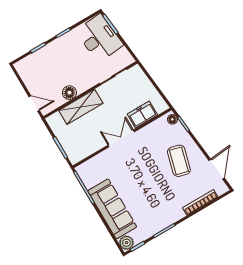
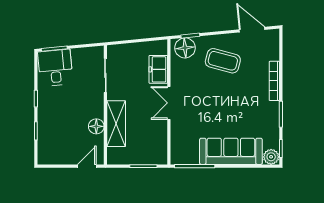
desk: (99, 38) -> (55, 68), width x0.73
floor lamp: (172, 119) -> (185, 48), width x1.89, depth x1.89
bookcase: (200, 202) -> (274, 81), moved

